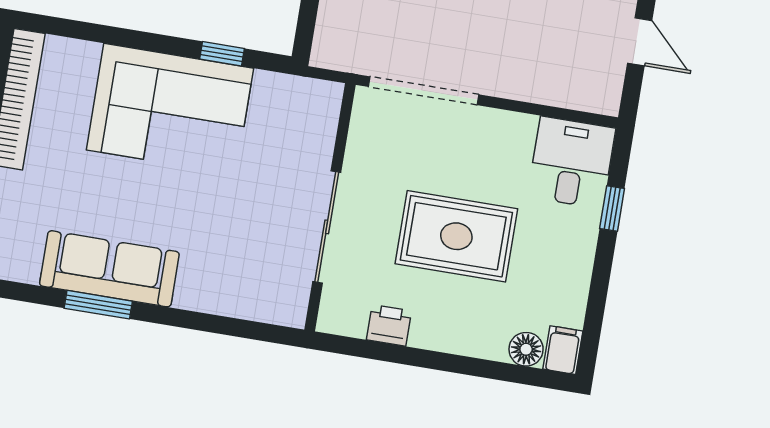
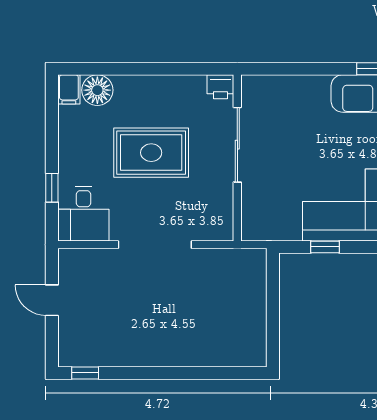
doorway: (423, 91) -> (155, 245), moved
printer: (389, 325) -> (220, 87), moved
floor lamp: (526, 349) -> (97, 90), width x1.38, depth x1.38

